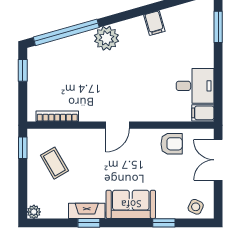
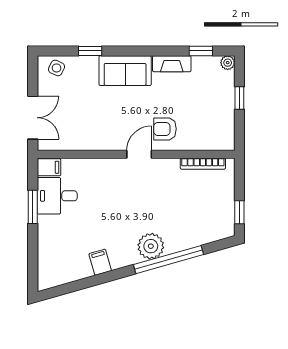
window: (218, 27) -> (33, 207), moved
window: (66, 32) -> (169, 260), moved
armchair: (172, 144) -> (165, 129), moved
window: (23, 148) -> (239, 98), moved
coffee table: (54, 163) -> (206, 114), removed
window: (89, 223) -> (201, 51), moved

